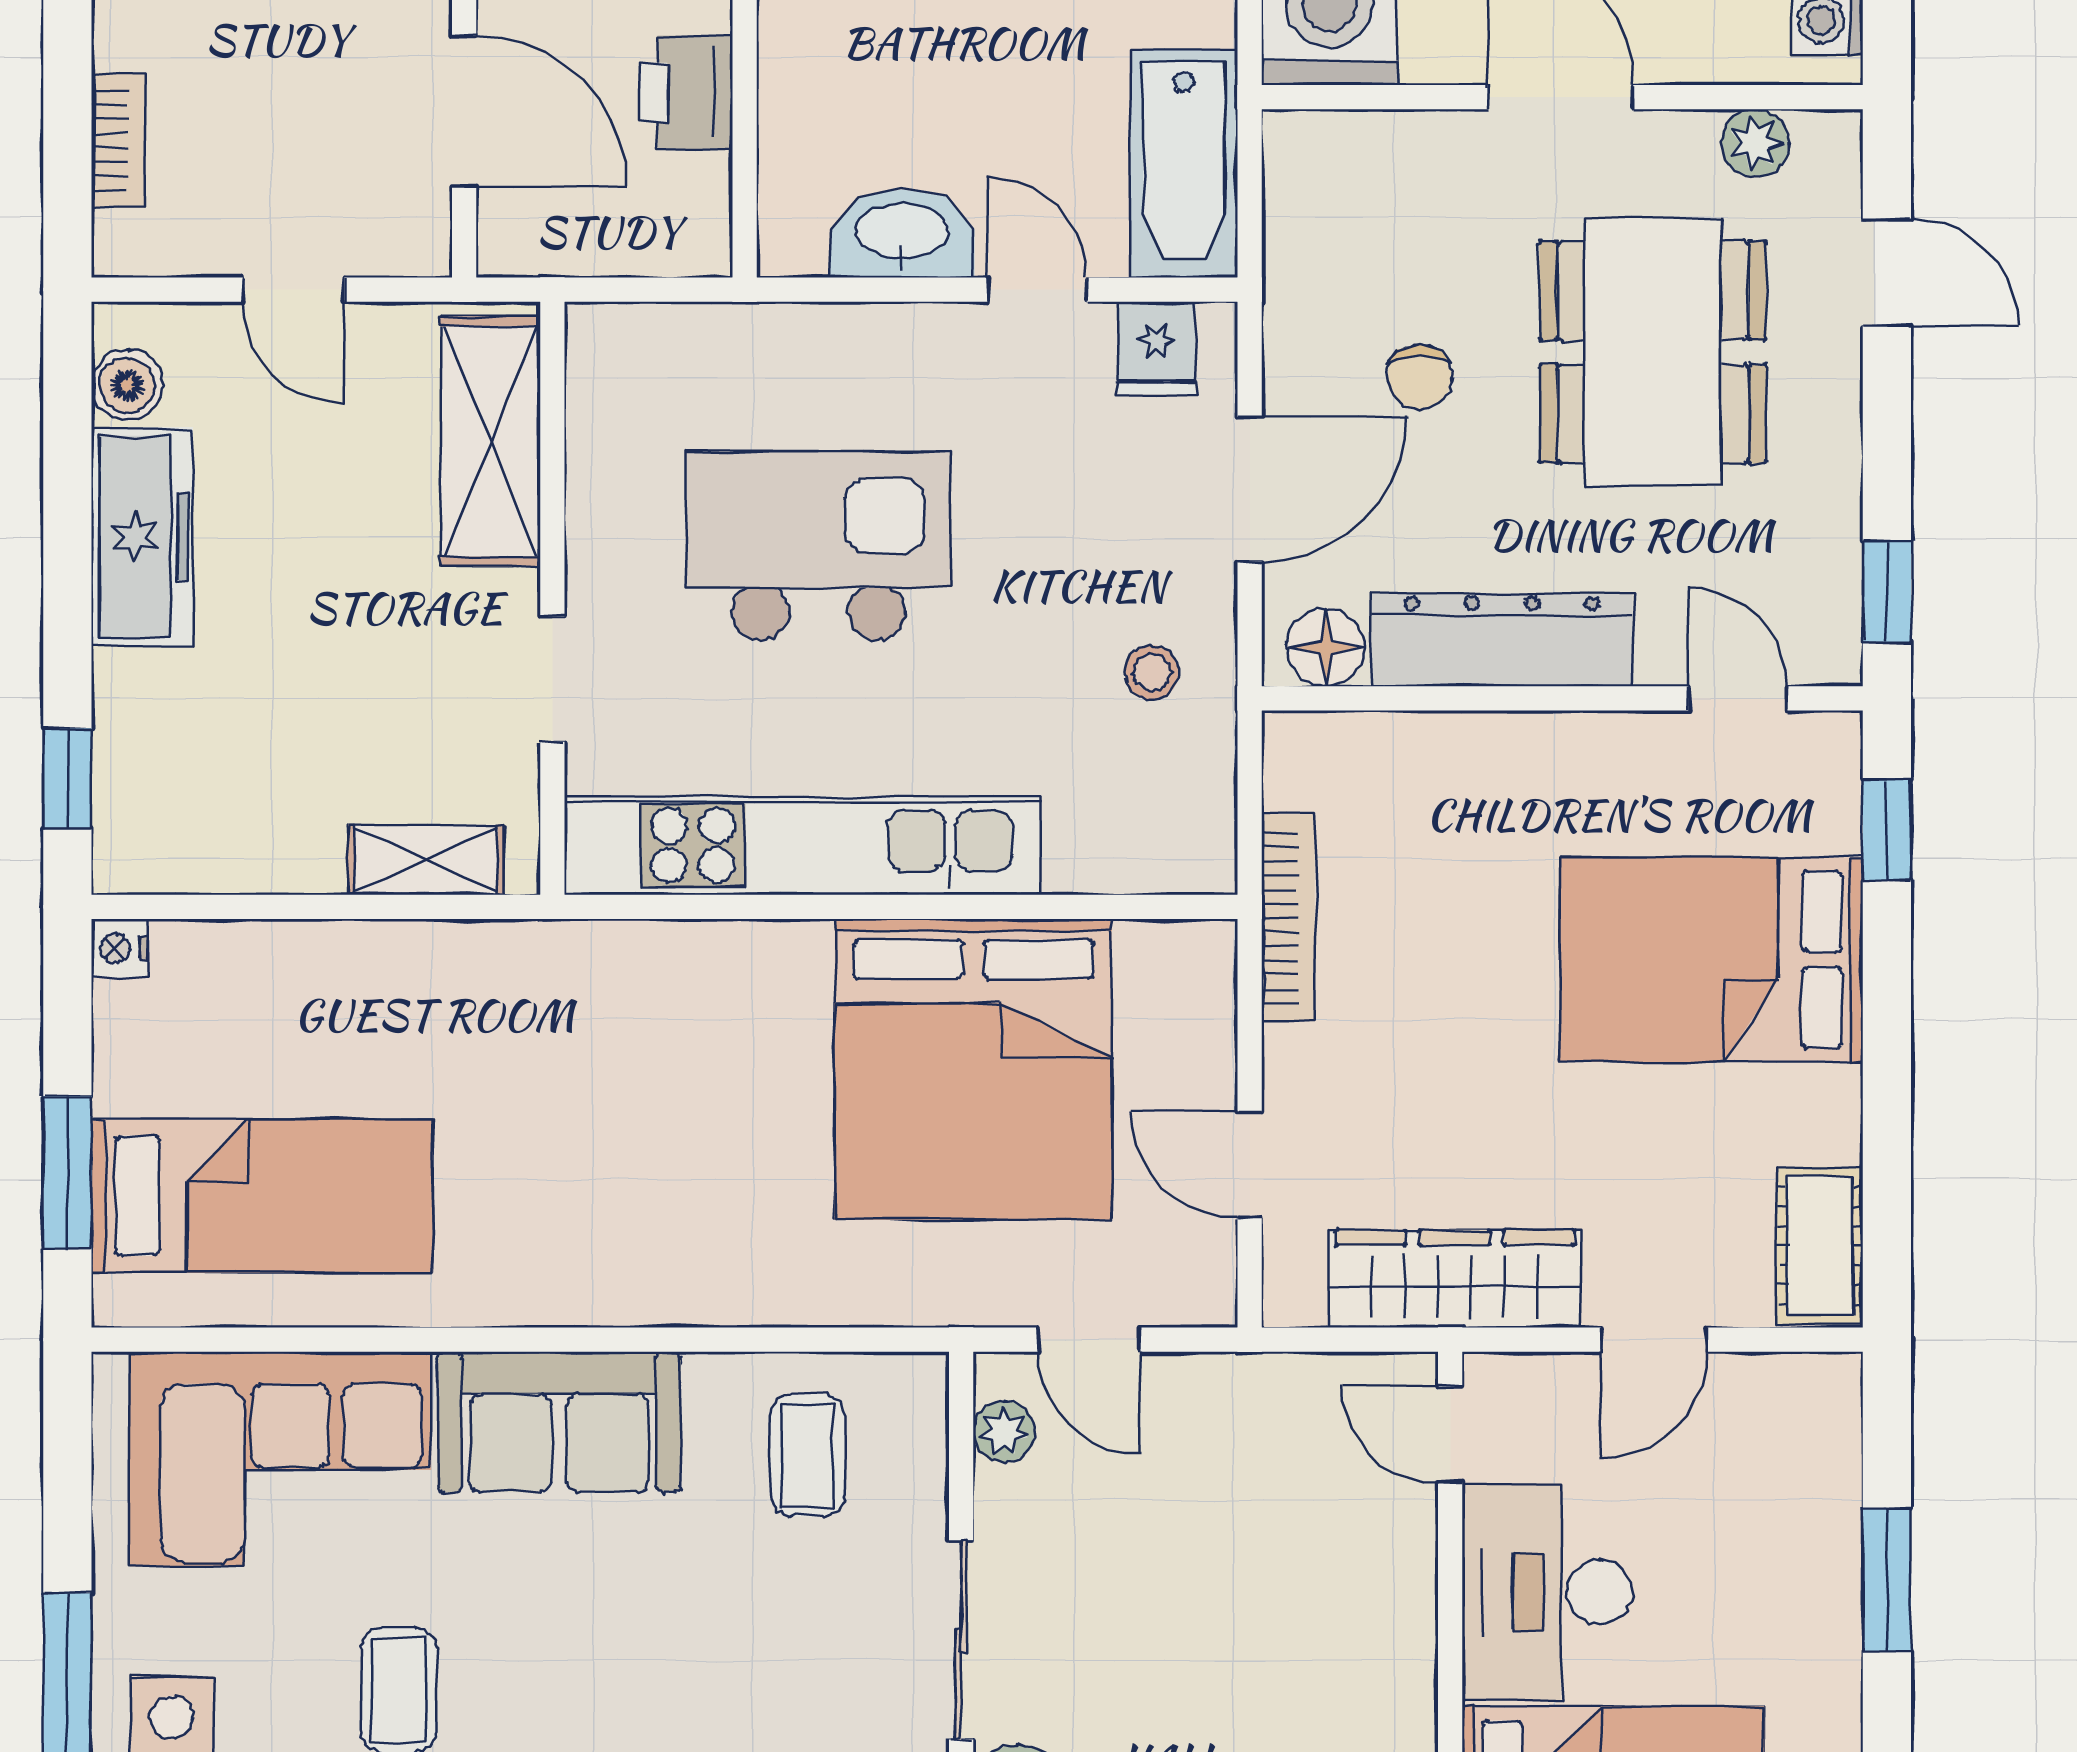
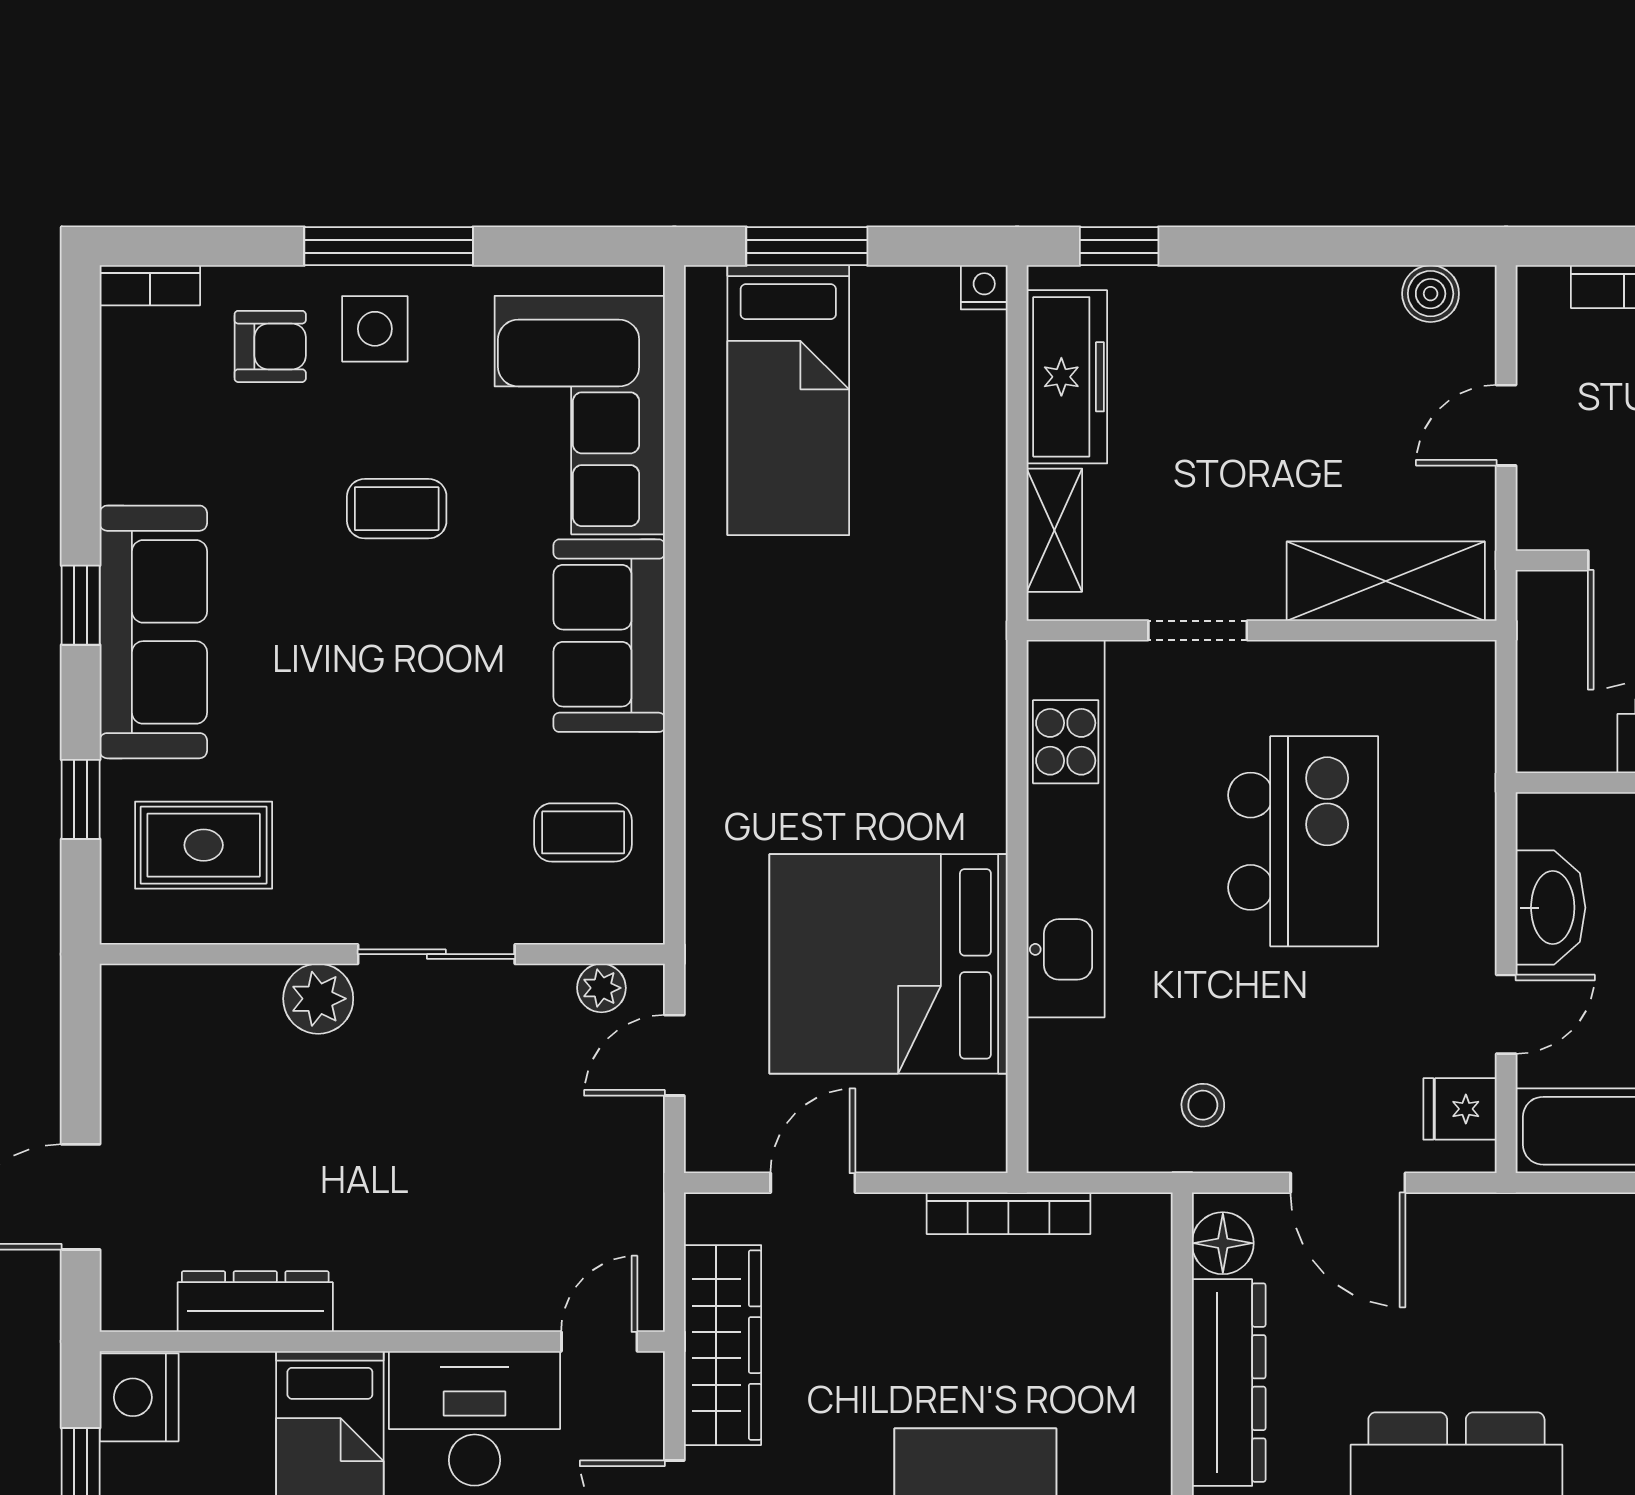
chair: (1420, 377) -> (1437, 1317), removed
freezer: (142, 537) -> (1067, 377), moved, turned -90

